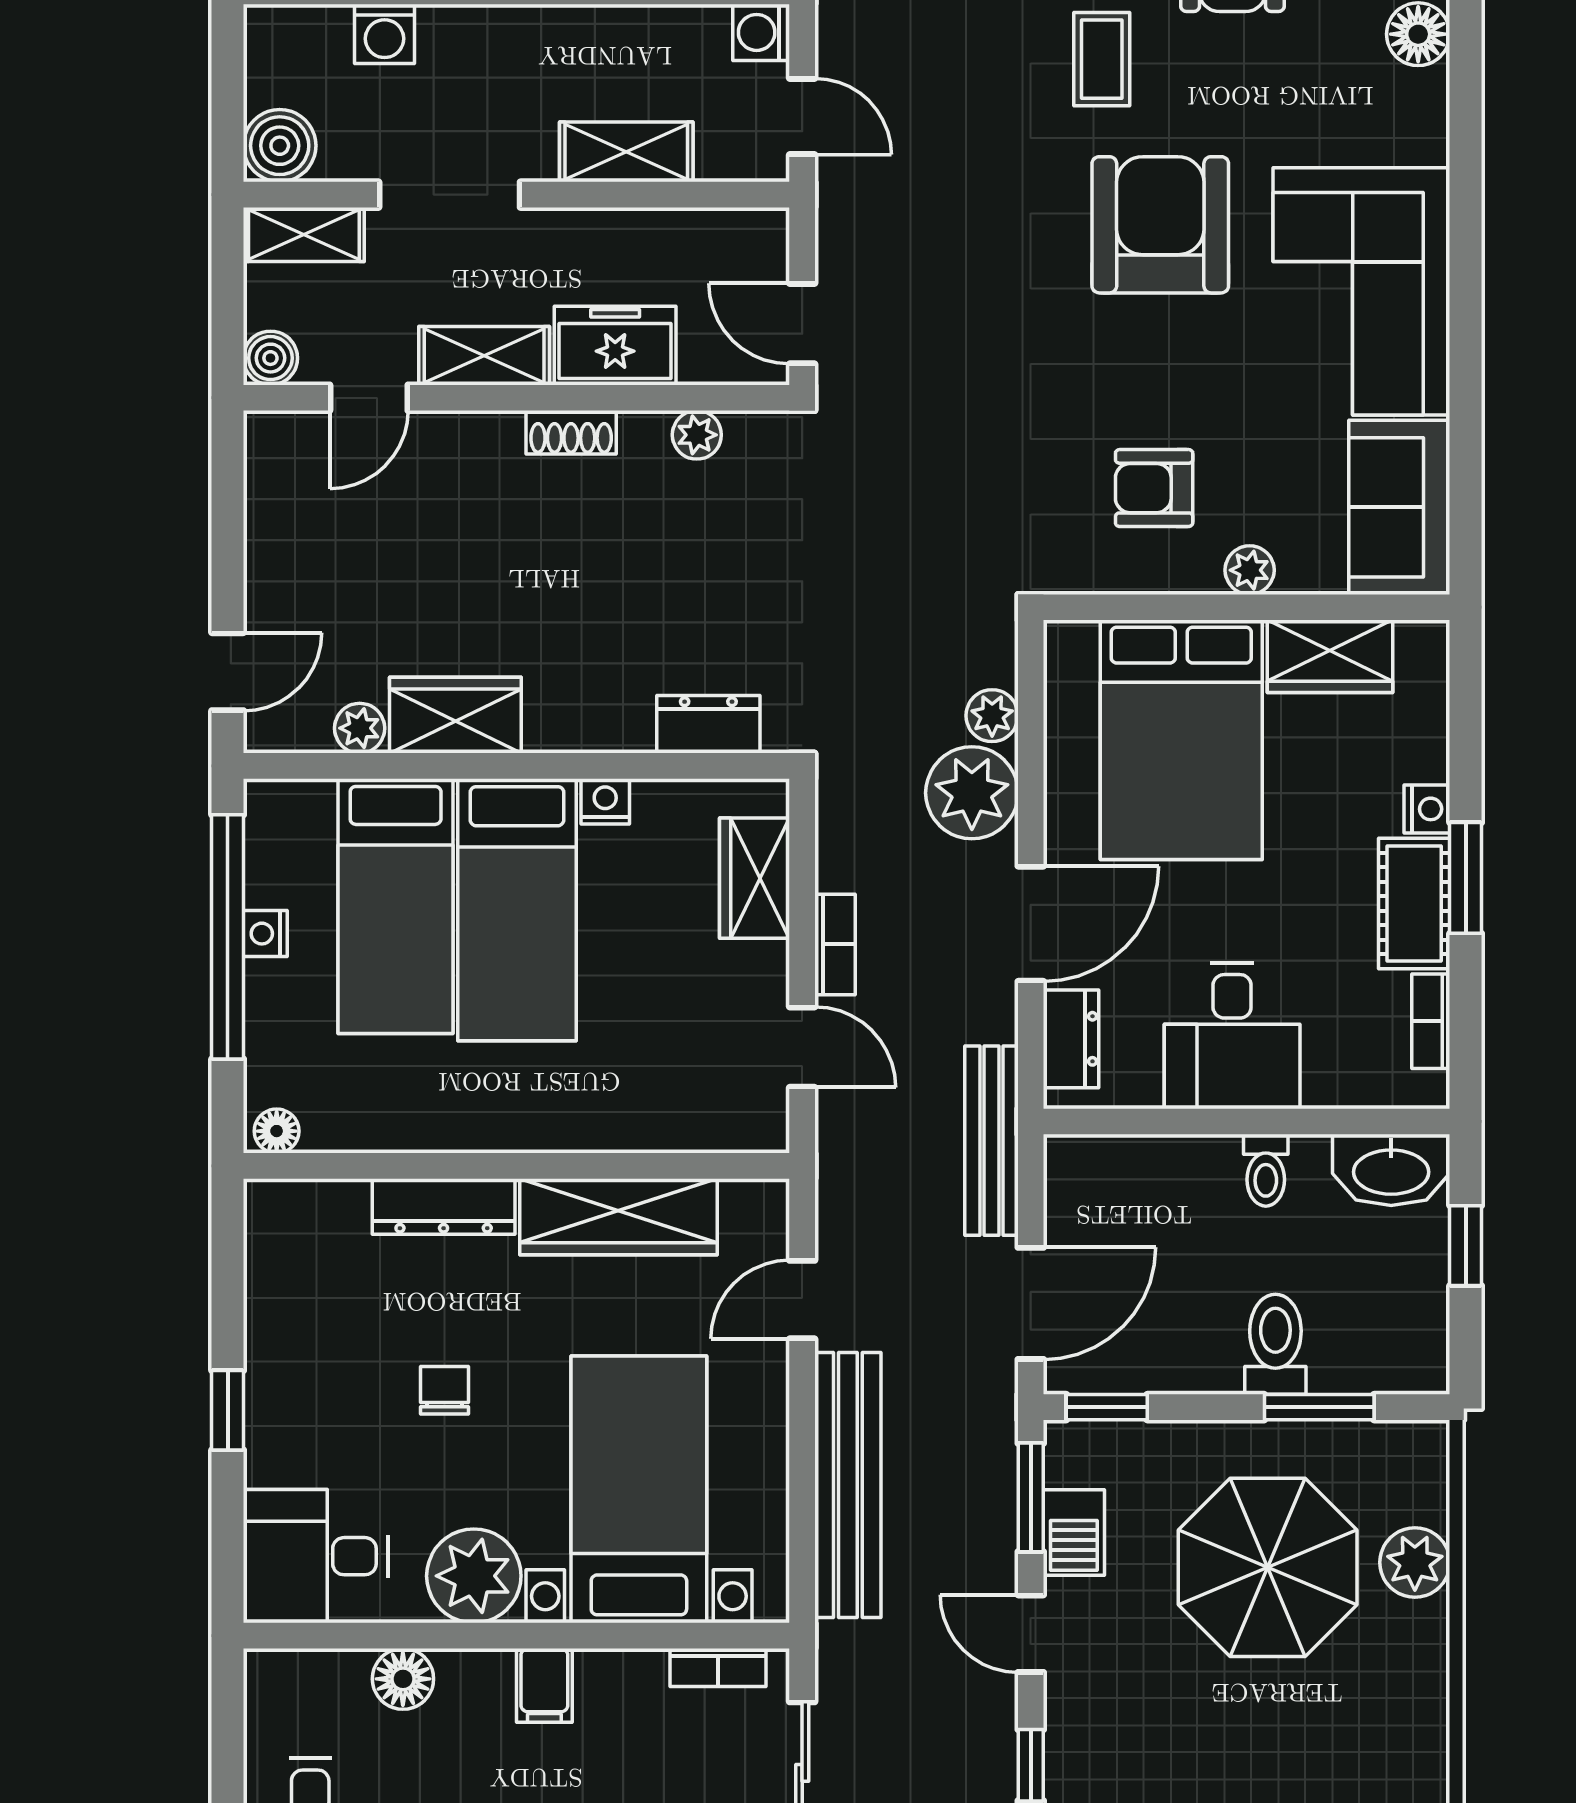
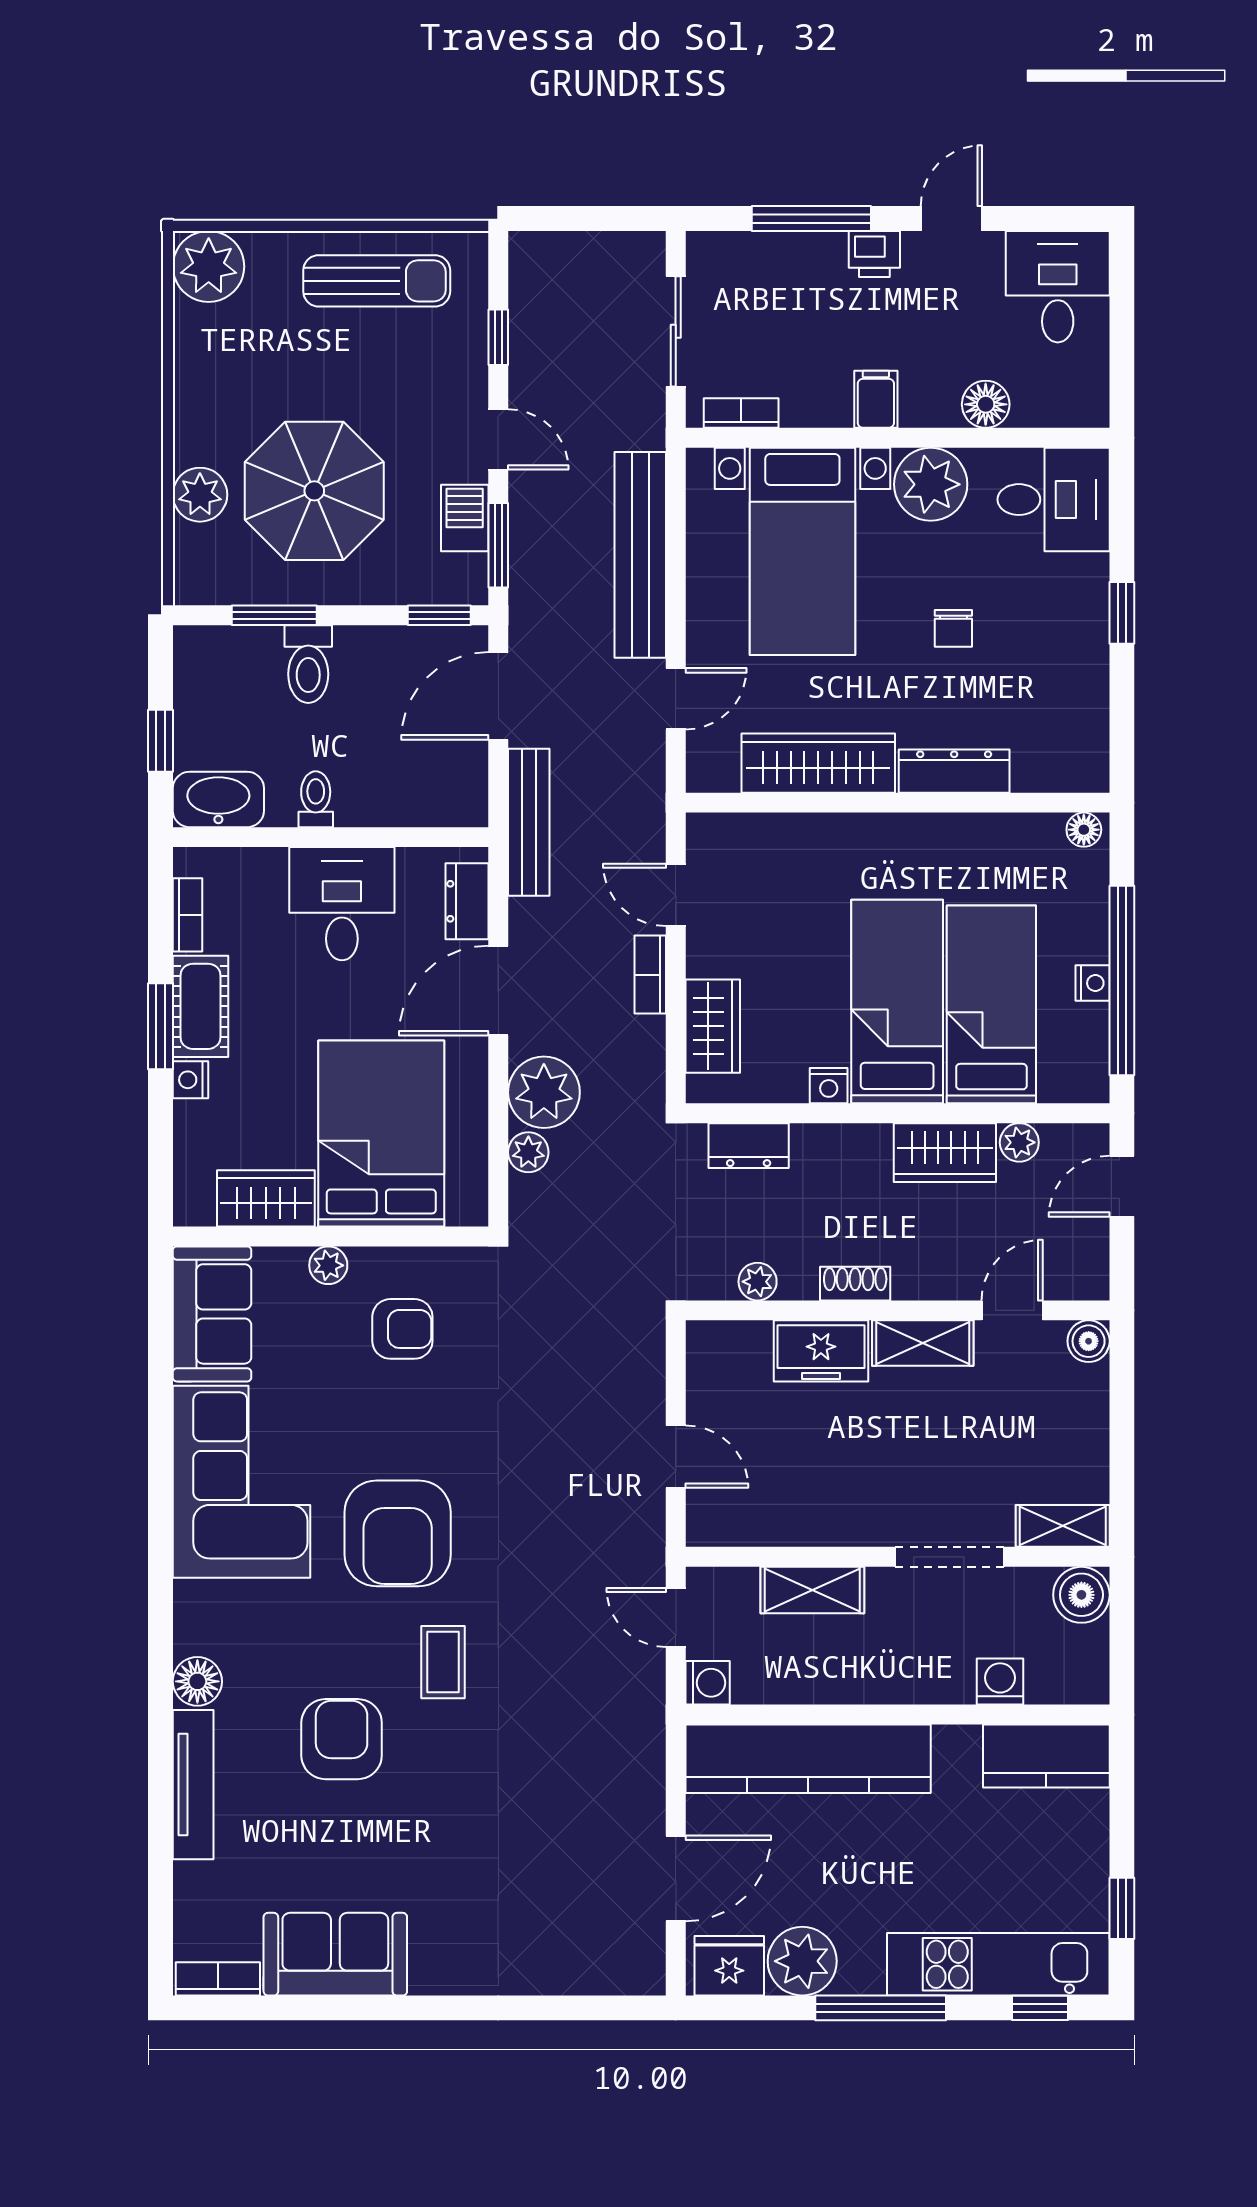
freezer: (615, 346) -> (821, 1351), moved
shelving: (484, 356) -> (923, 1343), moved
boiler: (270, 358) -> (1089, 1341), moved
door: (369, 398) -> (1012, 1310), moved
wall: (516, 398) -> (898, 1310), moved
shoe rack: (571, 432) -> (855, 1284), moved
plant: (697, 435) -> (758, 1282), moved

